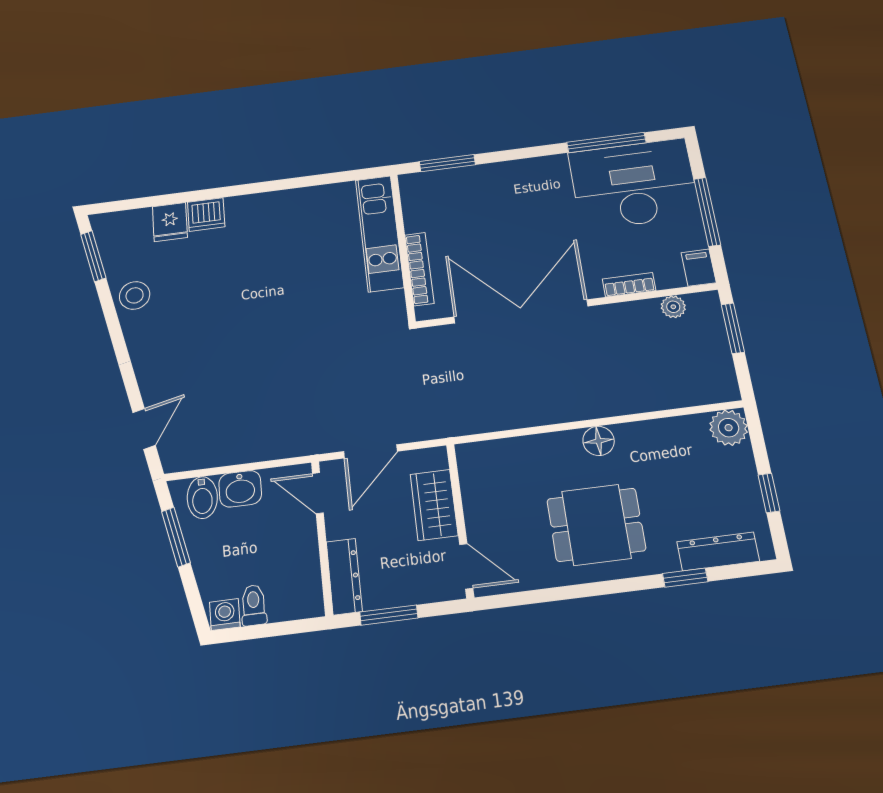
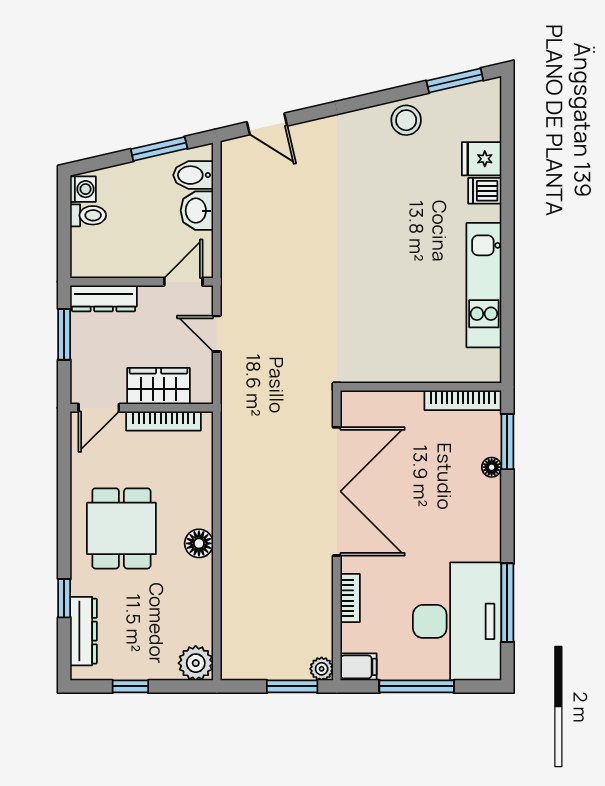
floor lamp: (475, 174) -> (492, 467), added
dishwasher: (206, 214) -> (485, 191), width x0.73
kitchen unit: (380, 233) -> (484, 285), moved, turned -90
bookcase: (419, 269) -> (463, 400), moved
plant: (673, 307) -> (322, 669), moved
door: (370, 451) -> (217, 334), width x0.73
bookcase: (471, 495) -> (164, 421), added

